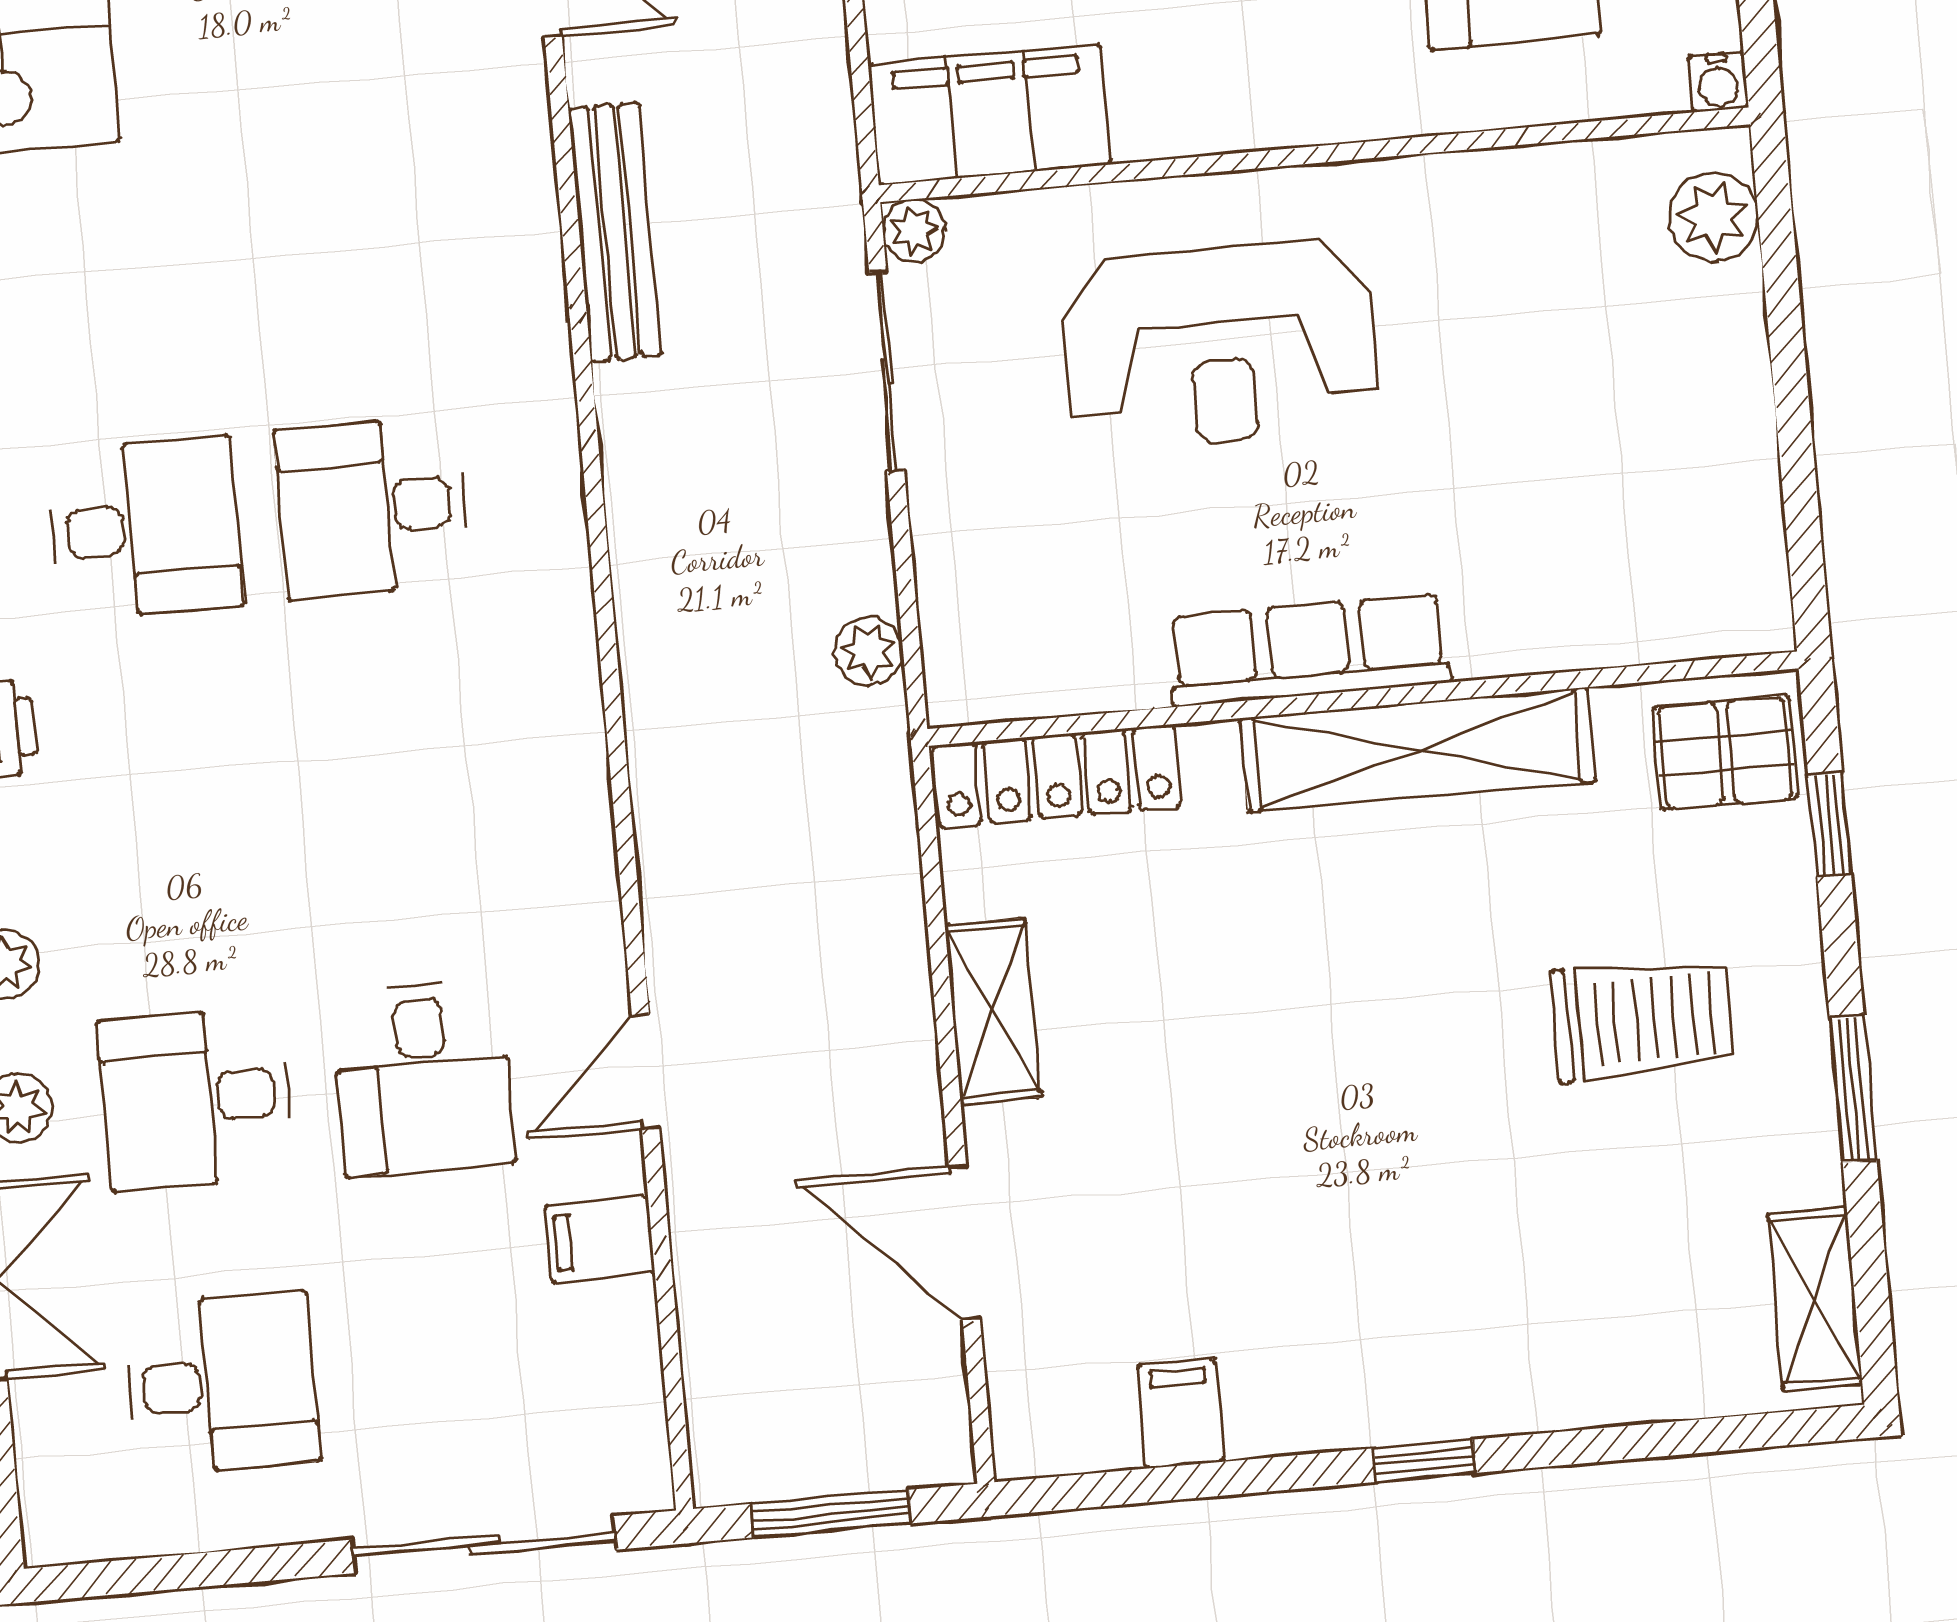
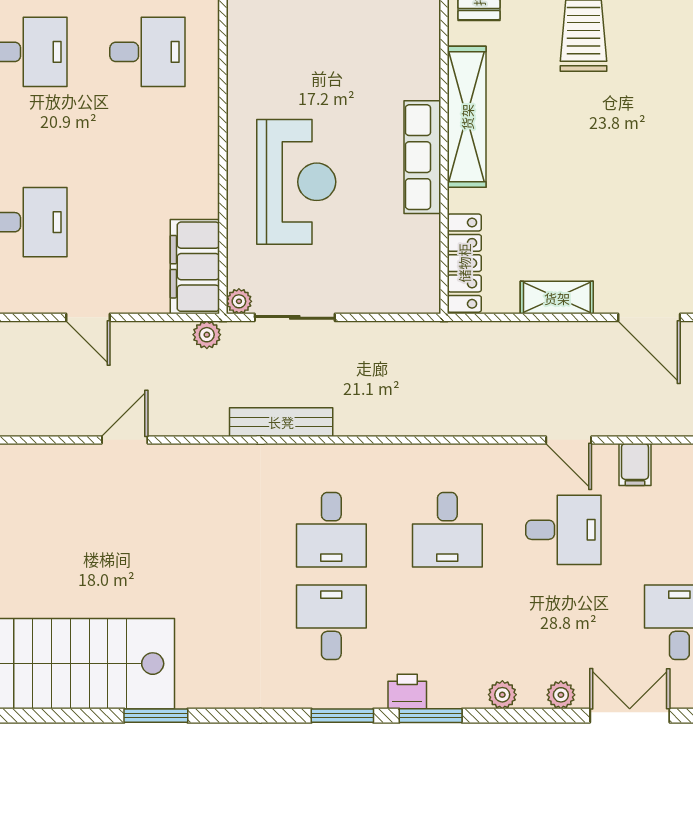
bench: (615, 232) -> (281, 422), moved
plant: (869, 651) -> (207, 335), moved
desk: (196, 1098) -> (447, 530), moved
door: (964, 1242) -> (649, 317), hinge flipped

